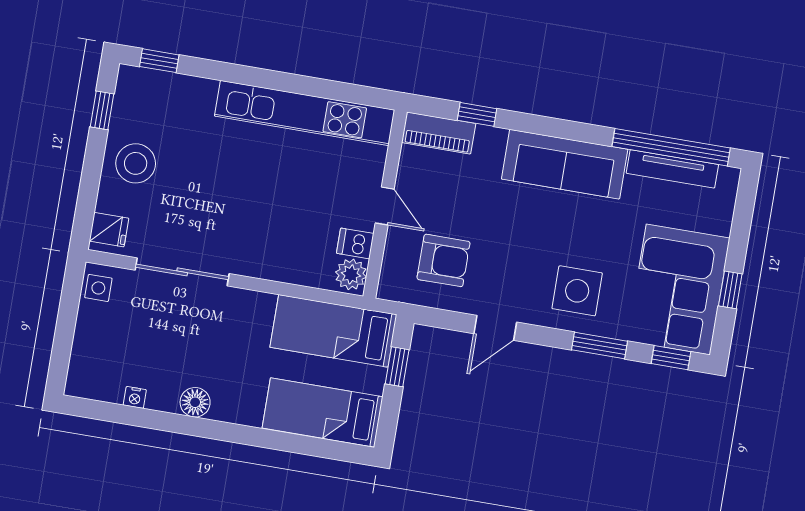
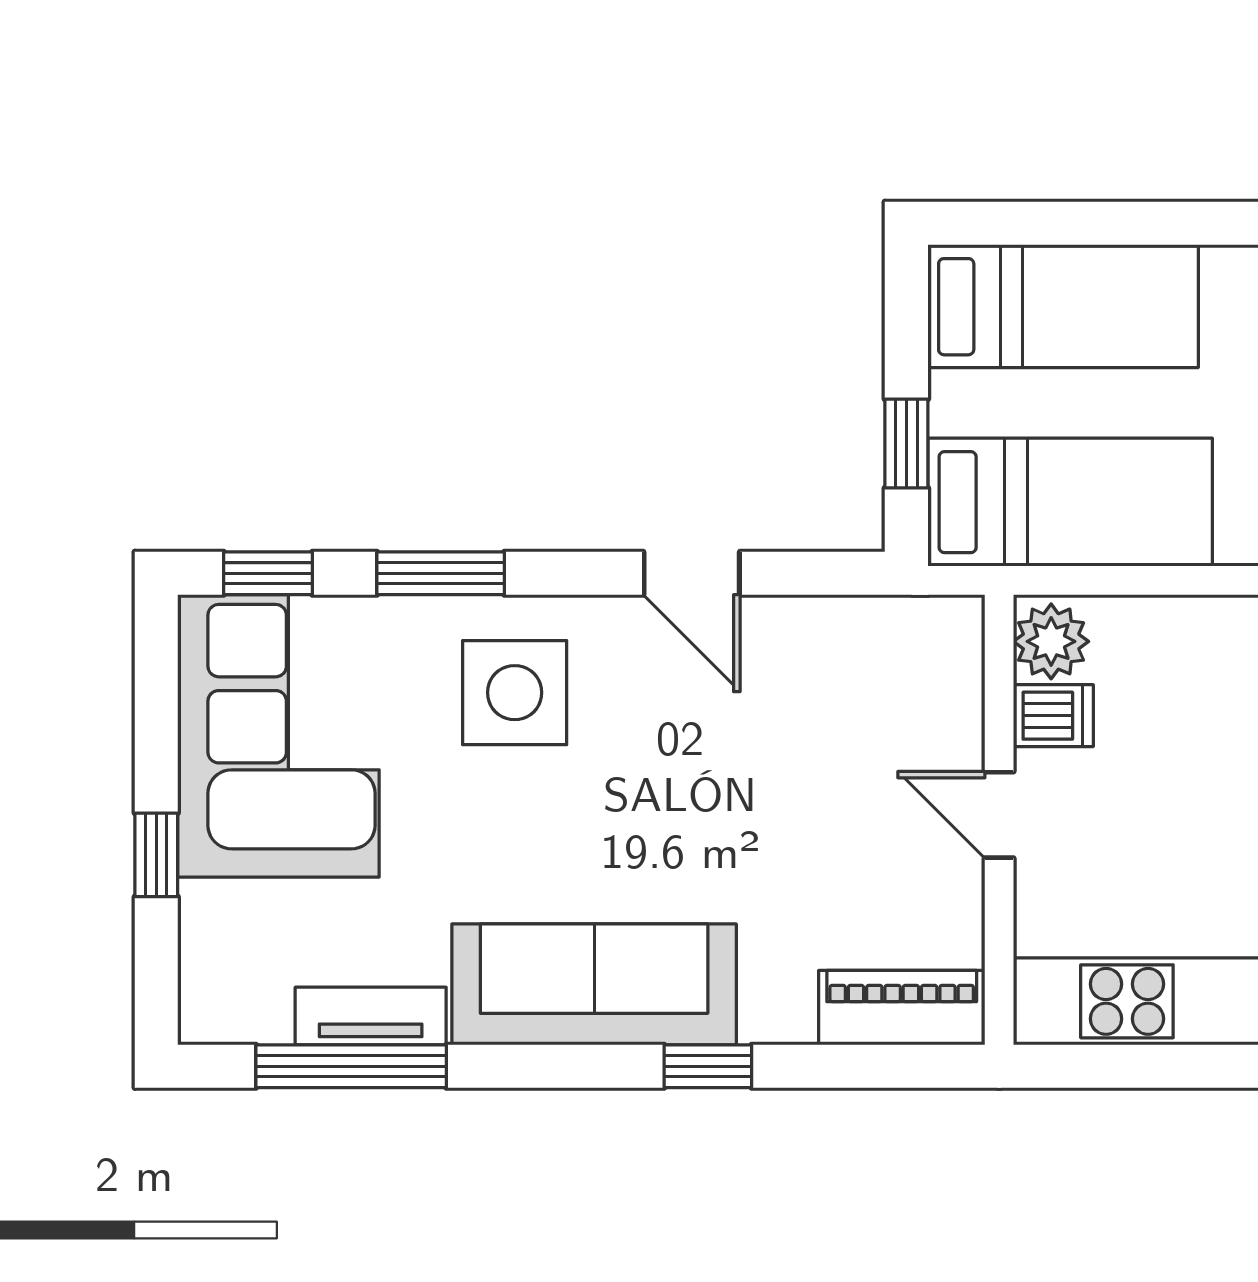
window: (477, 114) -> (708, 1066), moved
window: (671, 147) -> (351, 1066), width x0.68
tv unit: (672, 169) -> (371, 1016), width x0.71
armchair: (443, 260) -> (840, 711), removed
window: (730, 290) -> (156, 855), moved
door: (495, 328) -> (692, 573), swing flipped

